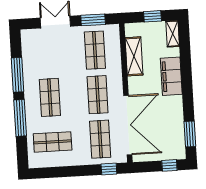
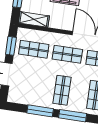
shelving: (134, 56) -> (34, 19), moved
shop shelf: (50, 97) -> (62, 90), turned 90

